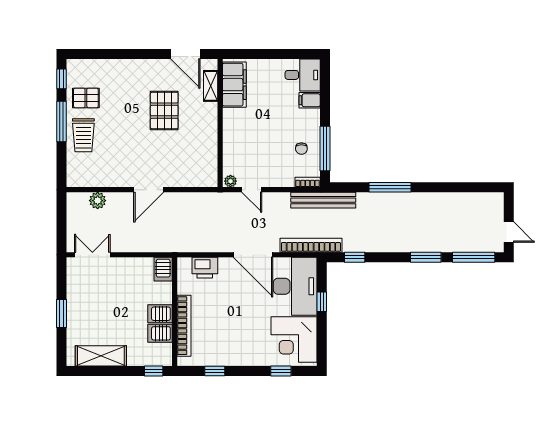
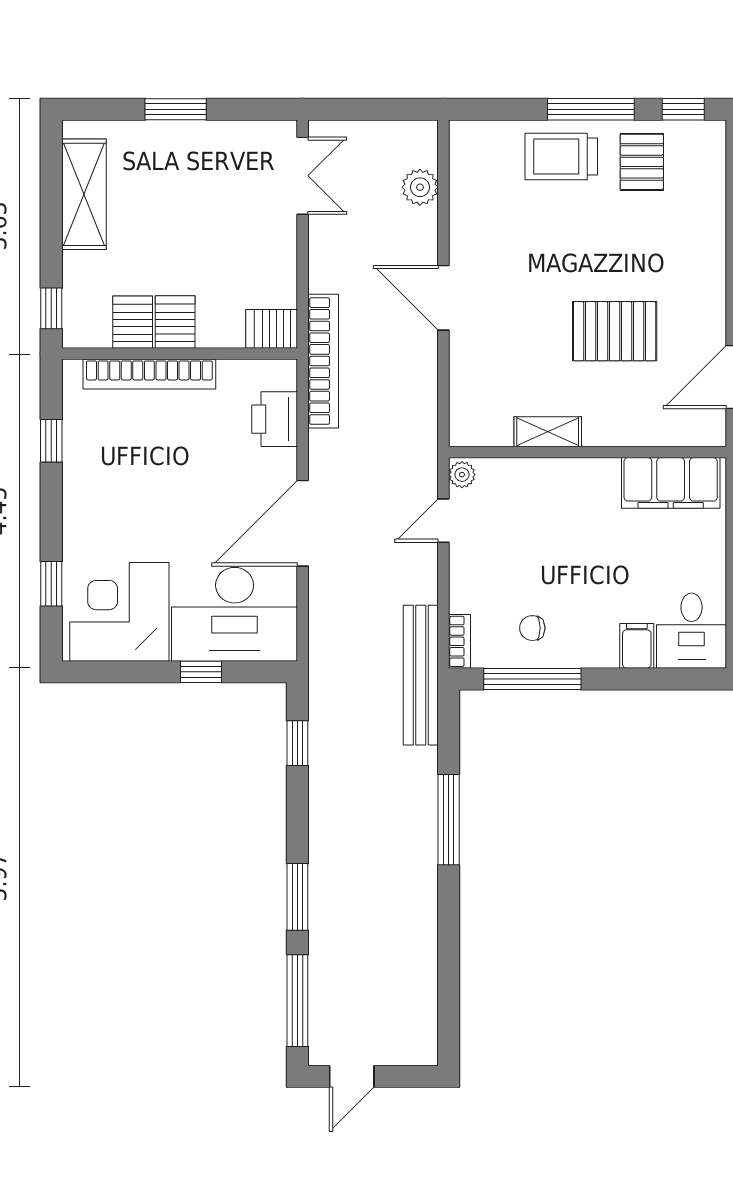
shelving: (211, 86) -> (548, 432), moved
bookcase: (311, 245) -> (323, 361), moved

